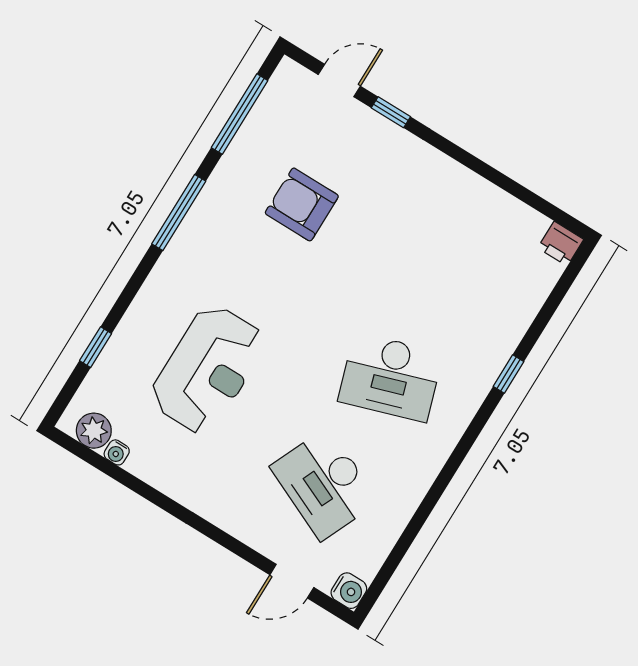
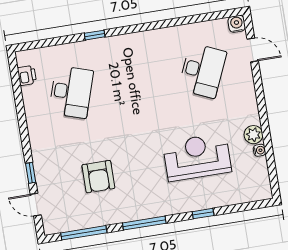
printer: (561, 244) -> (27, 75), moved
window: (96, 347) -> (203, 214), moved
desk: (390, 377) -> (71, 92), moved, turned 36
plant: (94, 431) -> (253, 135), moved
water cooler: (117, 452) -> (260, 150), moved

